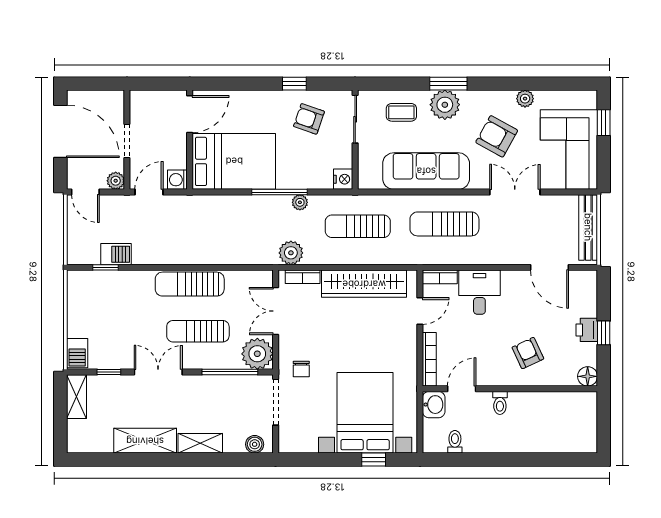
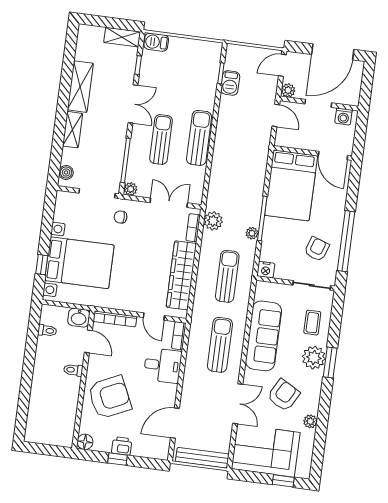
window: (294, 84) -> (346, 241), width x3.17
washing machine: (177, 180) -> (343, 117), moved, turned 180
armchair: (528, 353) -> (110, 397), width x1.88, depth x1.88
plant: (257, 354) -> (131, 189), width x0.53, depth x0.53

